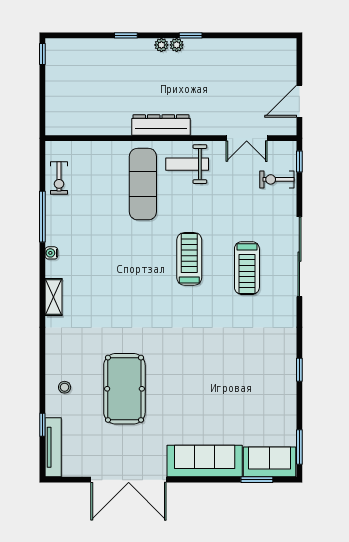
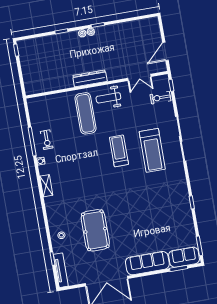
exercise bike: (59, 178) -> (47, 140), moved
treadmill: (247, 268) -> (152, 150), width x1.37, depth x1.38

